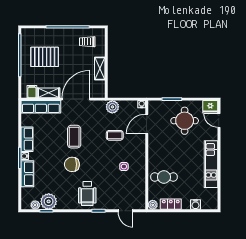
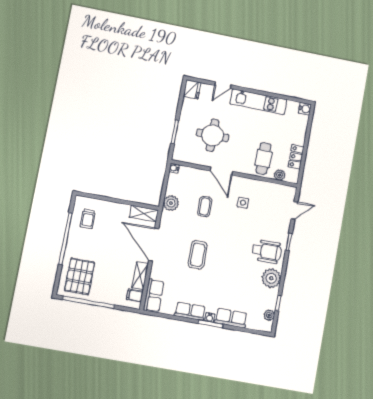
pallet: (45, 57) -> (80, 276), moved
shelving: (100, 69) -> (144, 214), moved
row of seats: (41, 107) -> (154, 296), width x0.68
door: (219, 120) -> (223, 85), moved
round table: (185, 121) -> (213, 135), moved
door: (147, 124) -> (221, 171), moved
coffee table: (74, 137) -> (198, 255), turned 90
chair: (72, 164) -> (230, 263), removed
plant: (49, 201) -> (271, 278), moved
plant: (153, 205) -> (280, 175), moved
water cooler: (195, 205) -> (305, 109), moved

